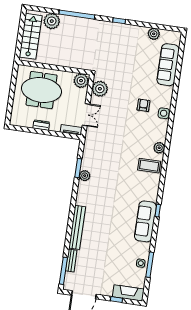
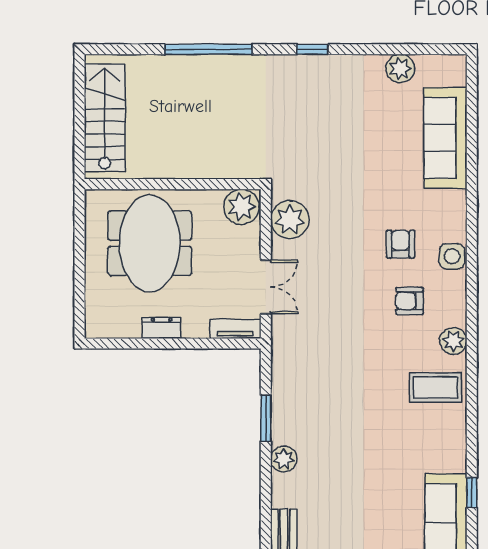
plant: (52, 21) -> (150, 74), removed
meeting table: (41, 90) -> (150, 243), turned 90
armchair: (144, 129) -> (410, 301), added
plant: (85, 176) -> (284, 459), moved

